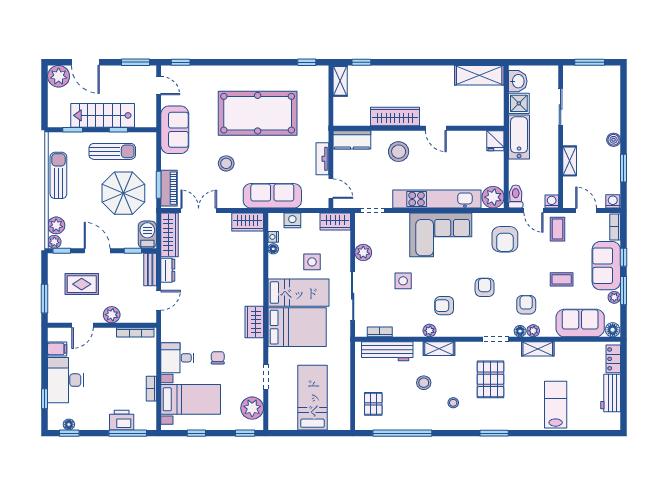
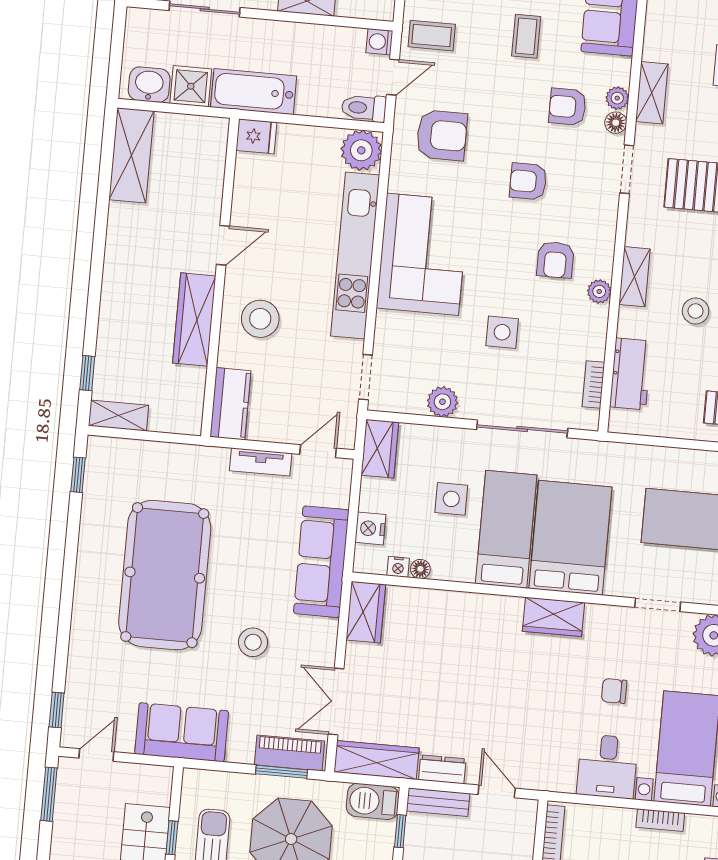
workbench: (387, 351) -> (631, 374), width x0.73

